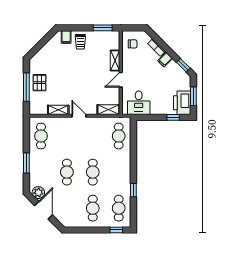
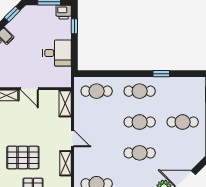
pallet: (63, 74) -> (23, 158), added
desk: (139, 103) -> (57, 53), moved
printer: (182, 103) -> (64, 12), width x0.53, depth x0.68
door: (79, 116) -> (73, 138), swing flipped
cafe table: (119, 208) -> (140, 91), moved

